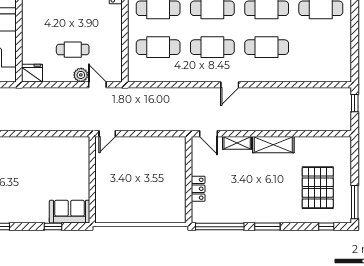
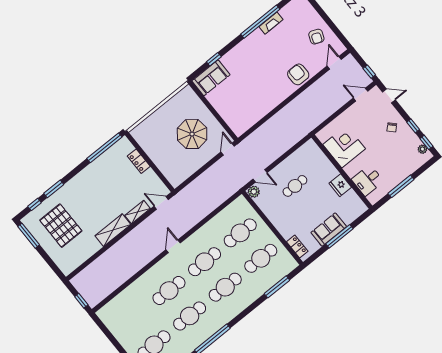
fridge: (32, 73) -> (340, 185), moved, turned 90
plant: (81, 75) -> (254, 192), moved
parasol: (129, 174) -> (192, 134), added
window: (267, 227) -> (54, 189), moved

